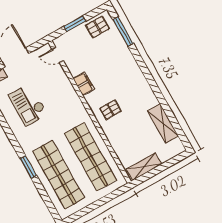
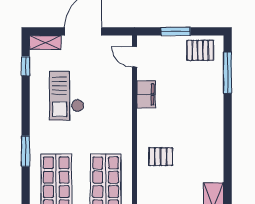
filing cabinet: (84, 84) -> (146, 94), moved
window: (28, 167) -> (26, 151), moved

